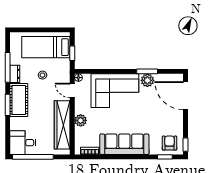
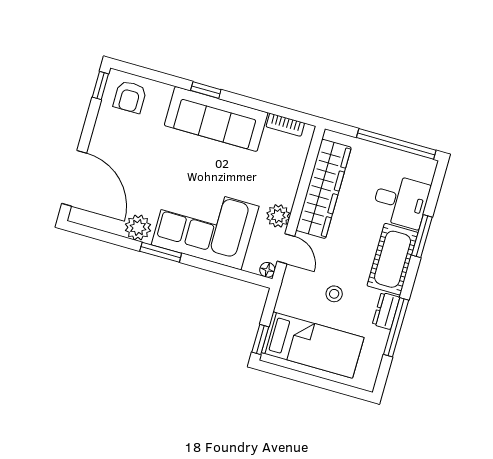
window: (72, 53) -> (260, 339), moved
window: (147, 71) -> (161, 252), moved
window: (8, 105) -> (422, 236), moved
plant: (81, 120) -> (278, 216), moved
desk: (23, 143) -> (401, 201), moved
window: (165, 157) -> (206, 90), moved

